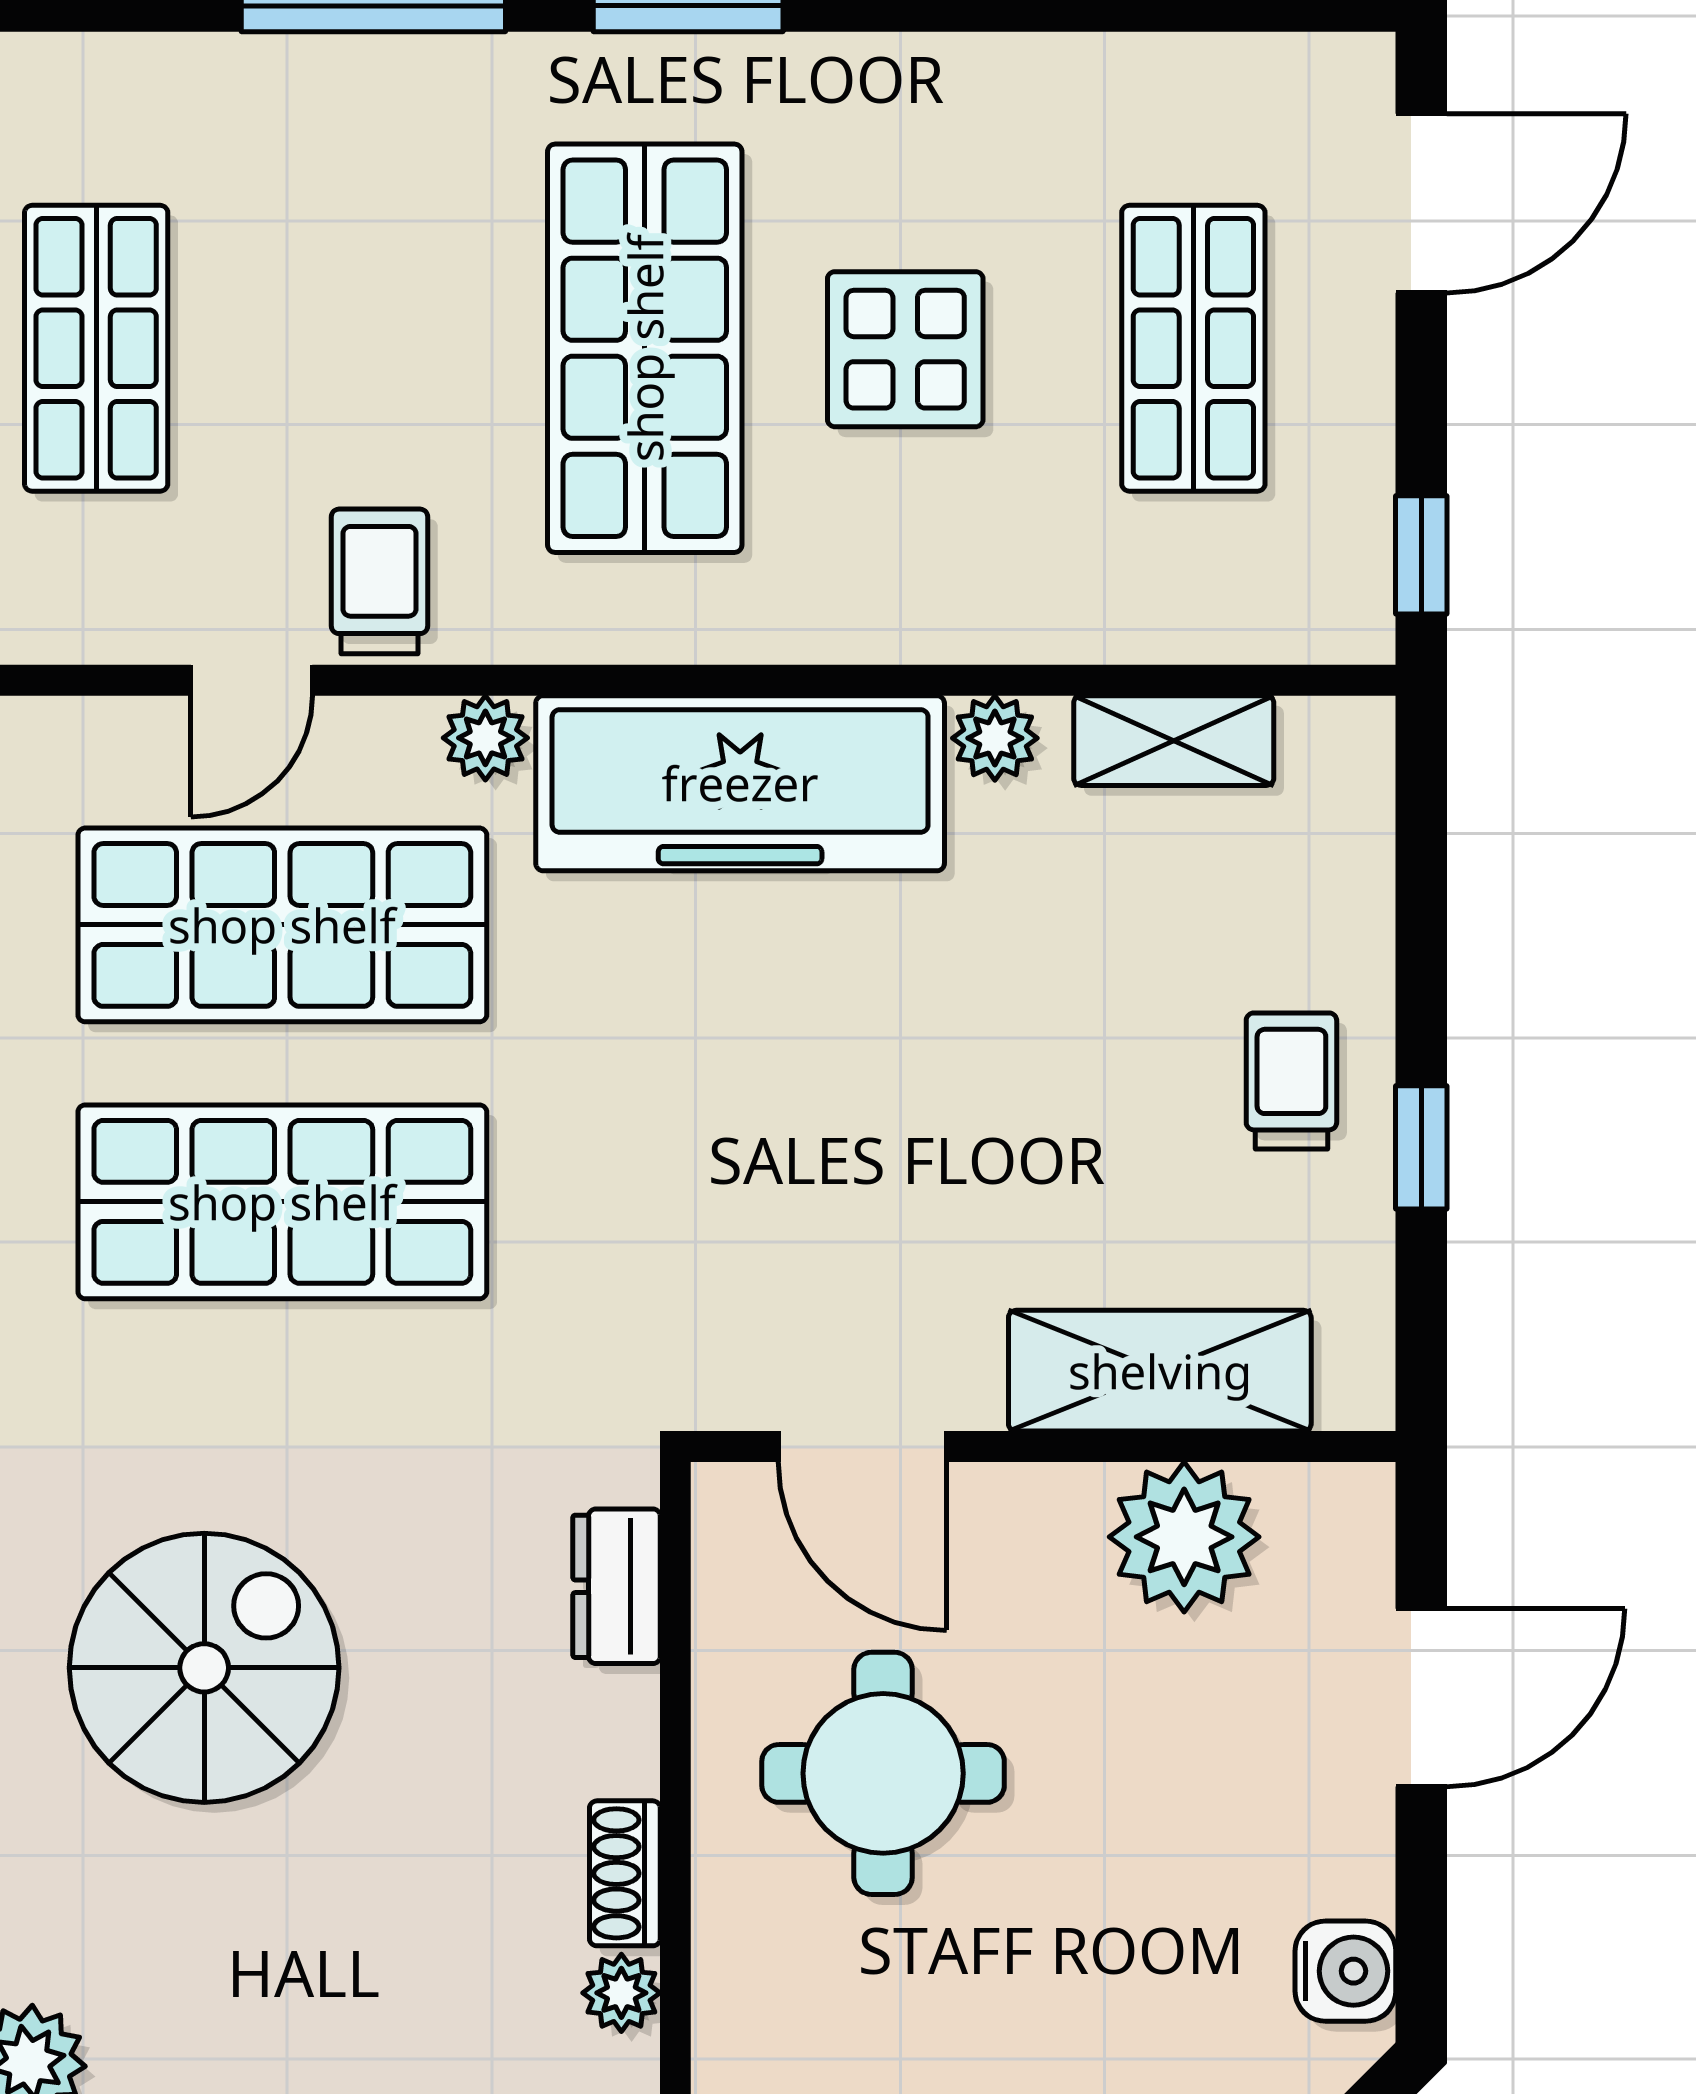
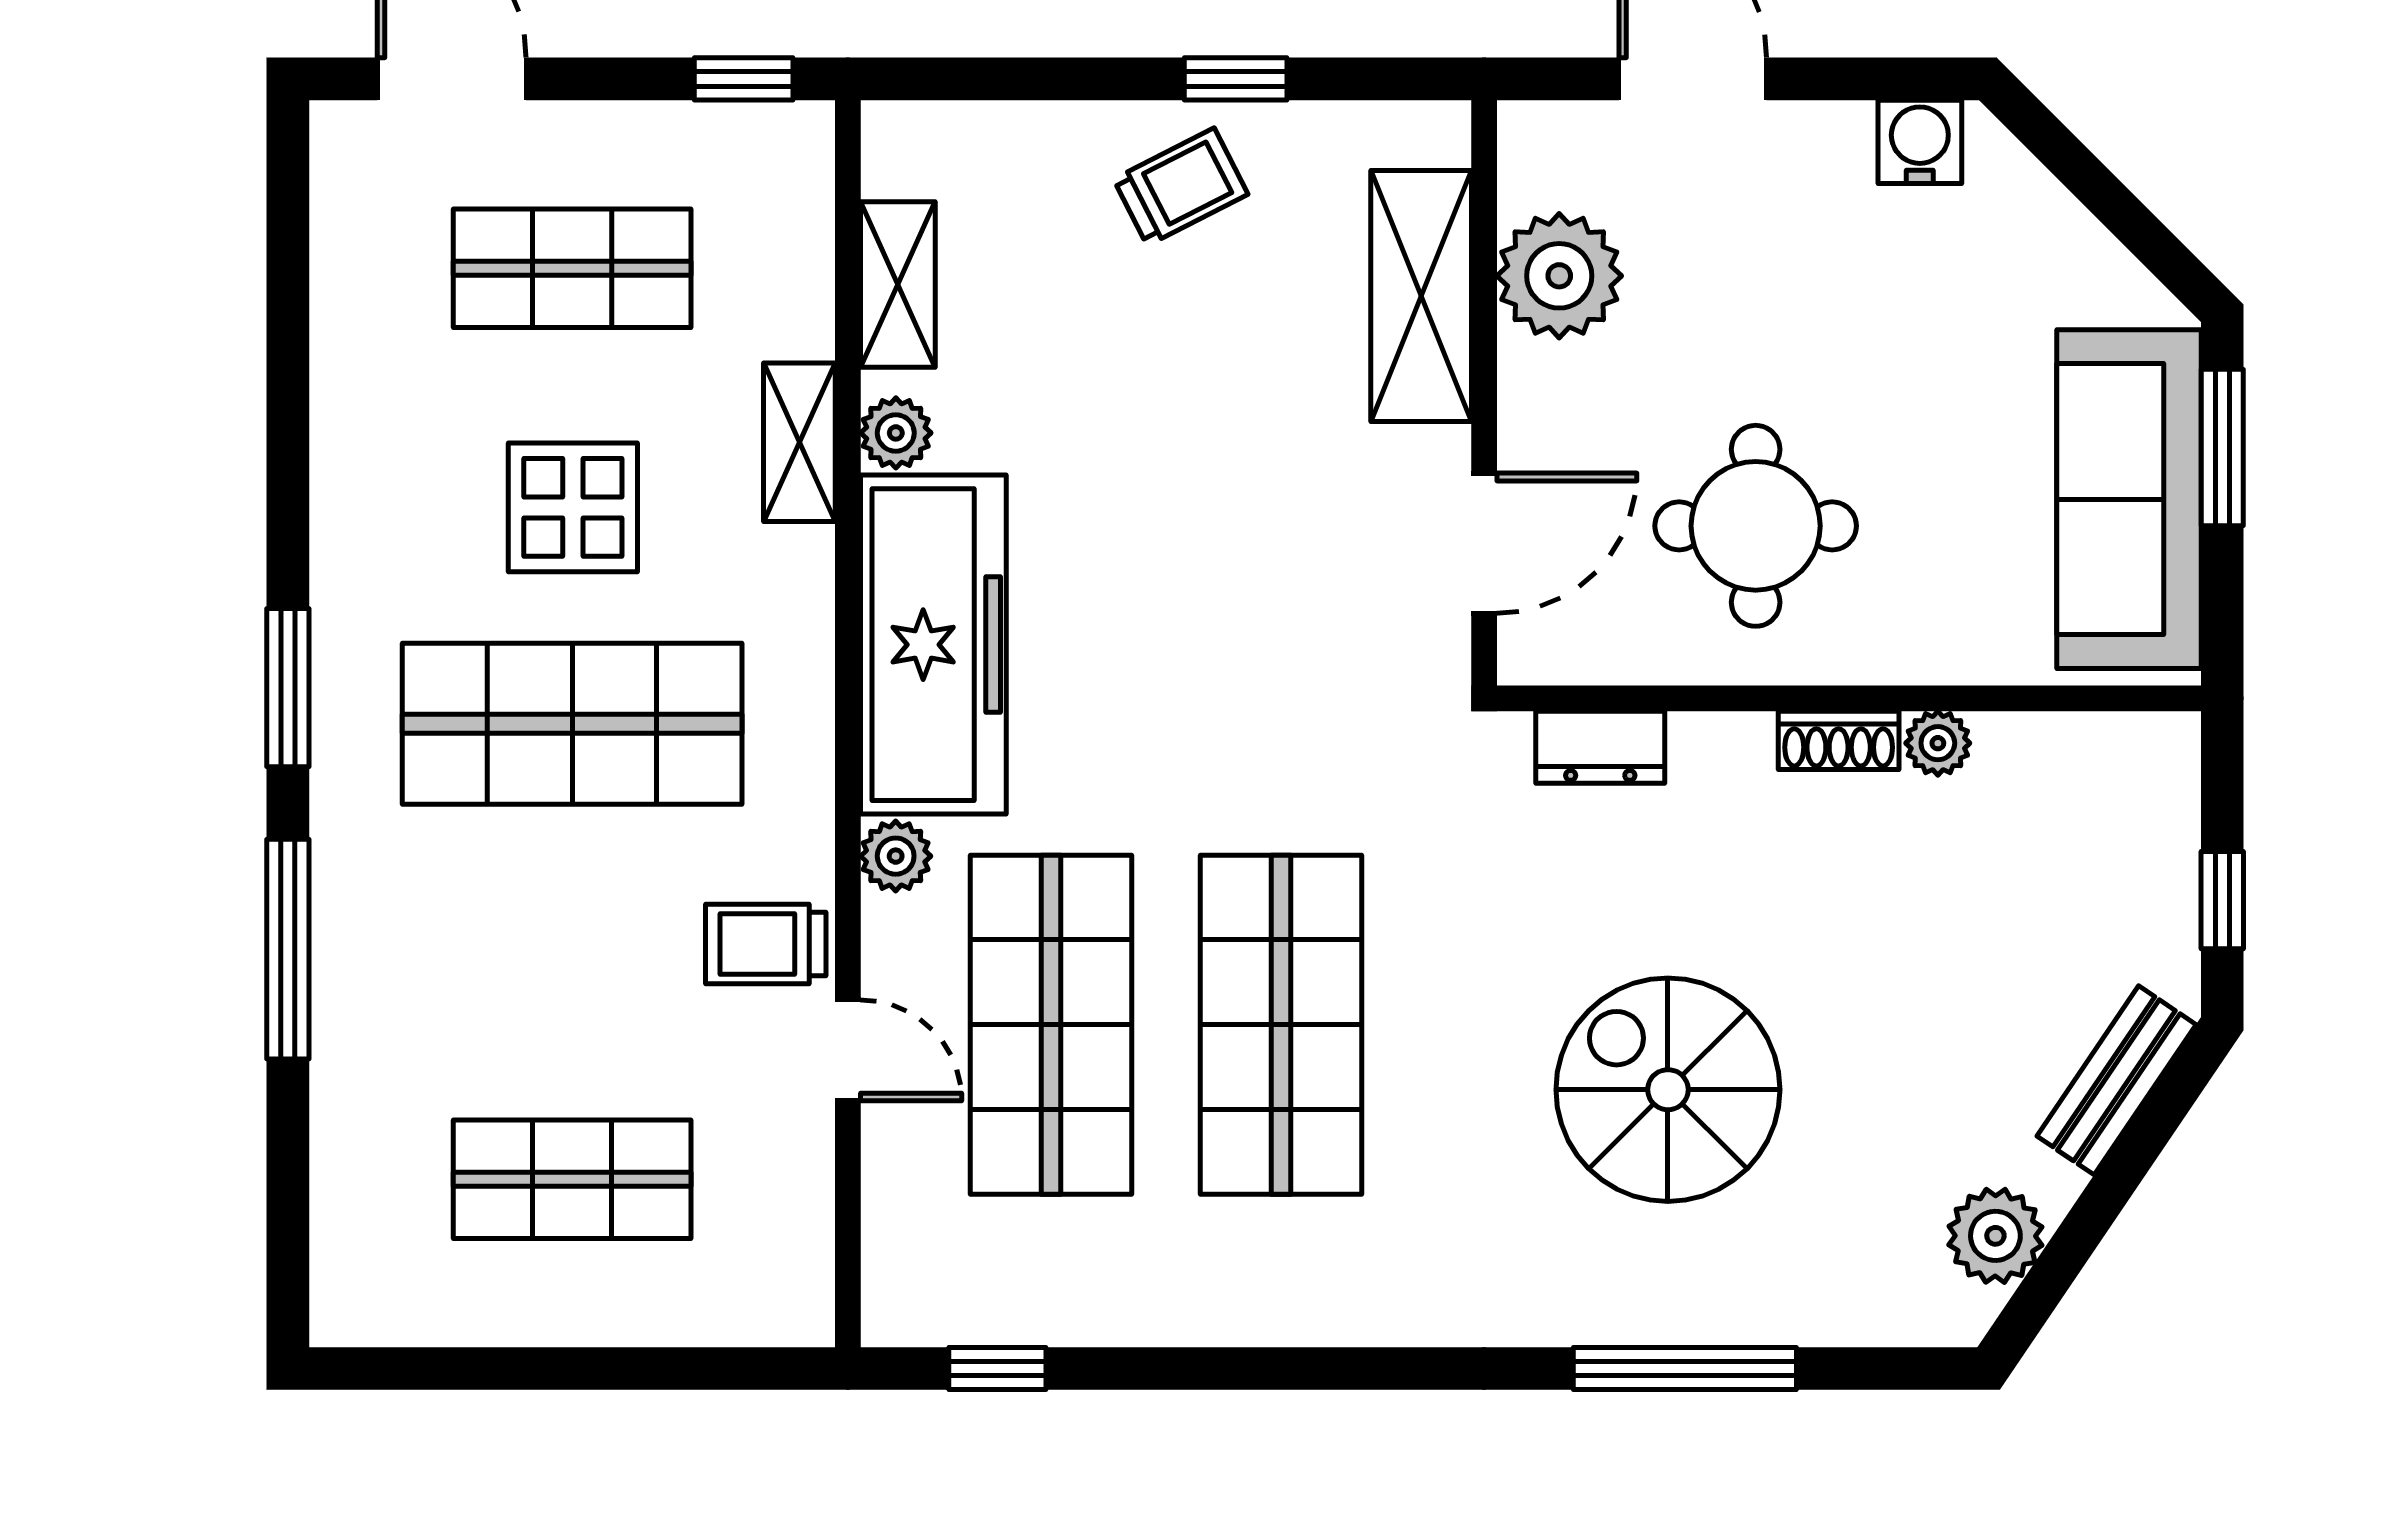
shelving: (984, 622) -> (799, 442), added
trolley: (1291, 1081) -> (1181, 187), turned 153

